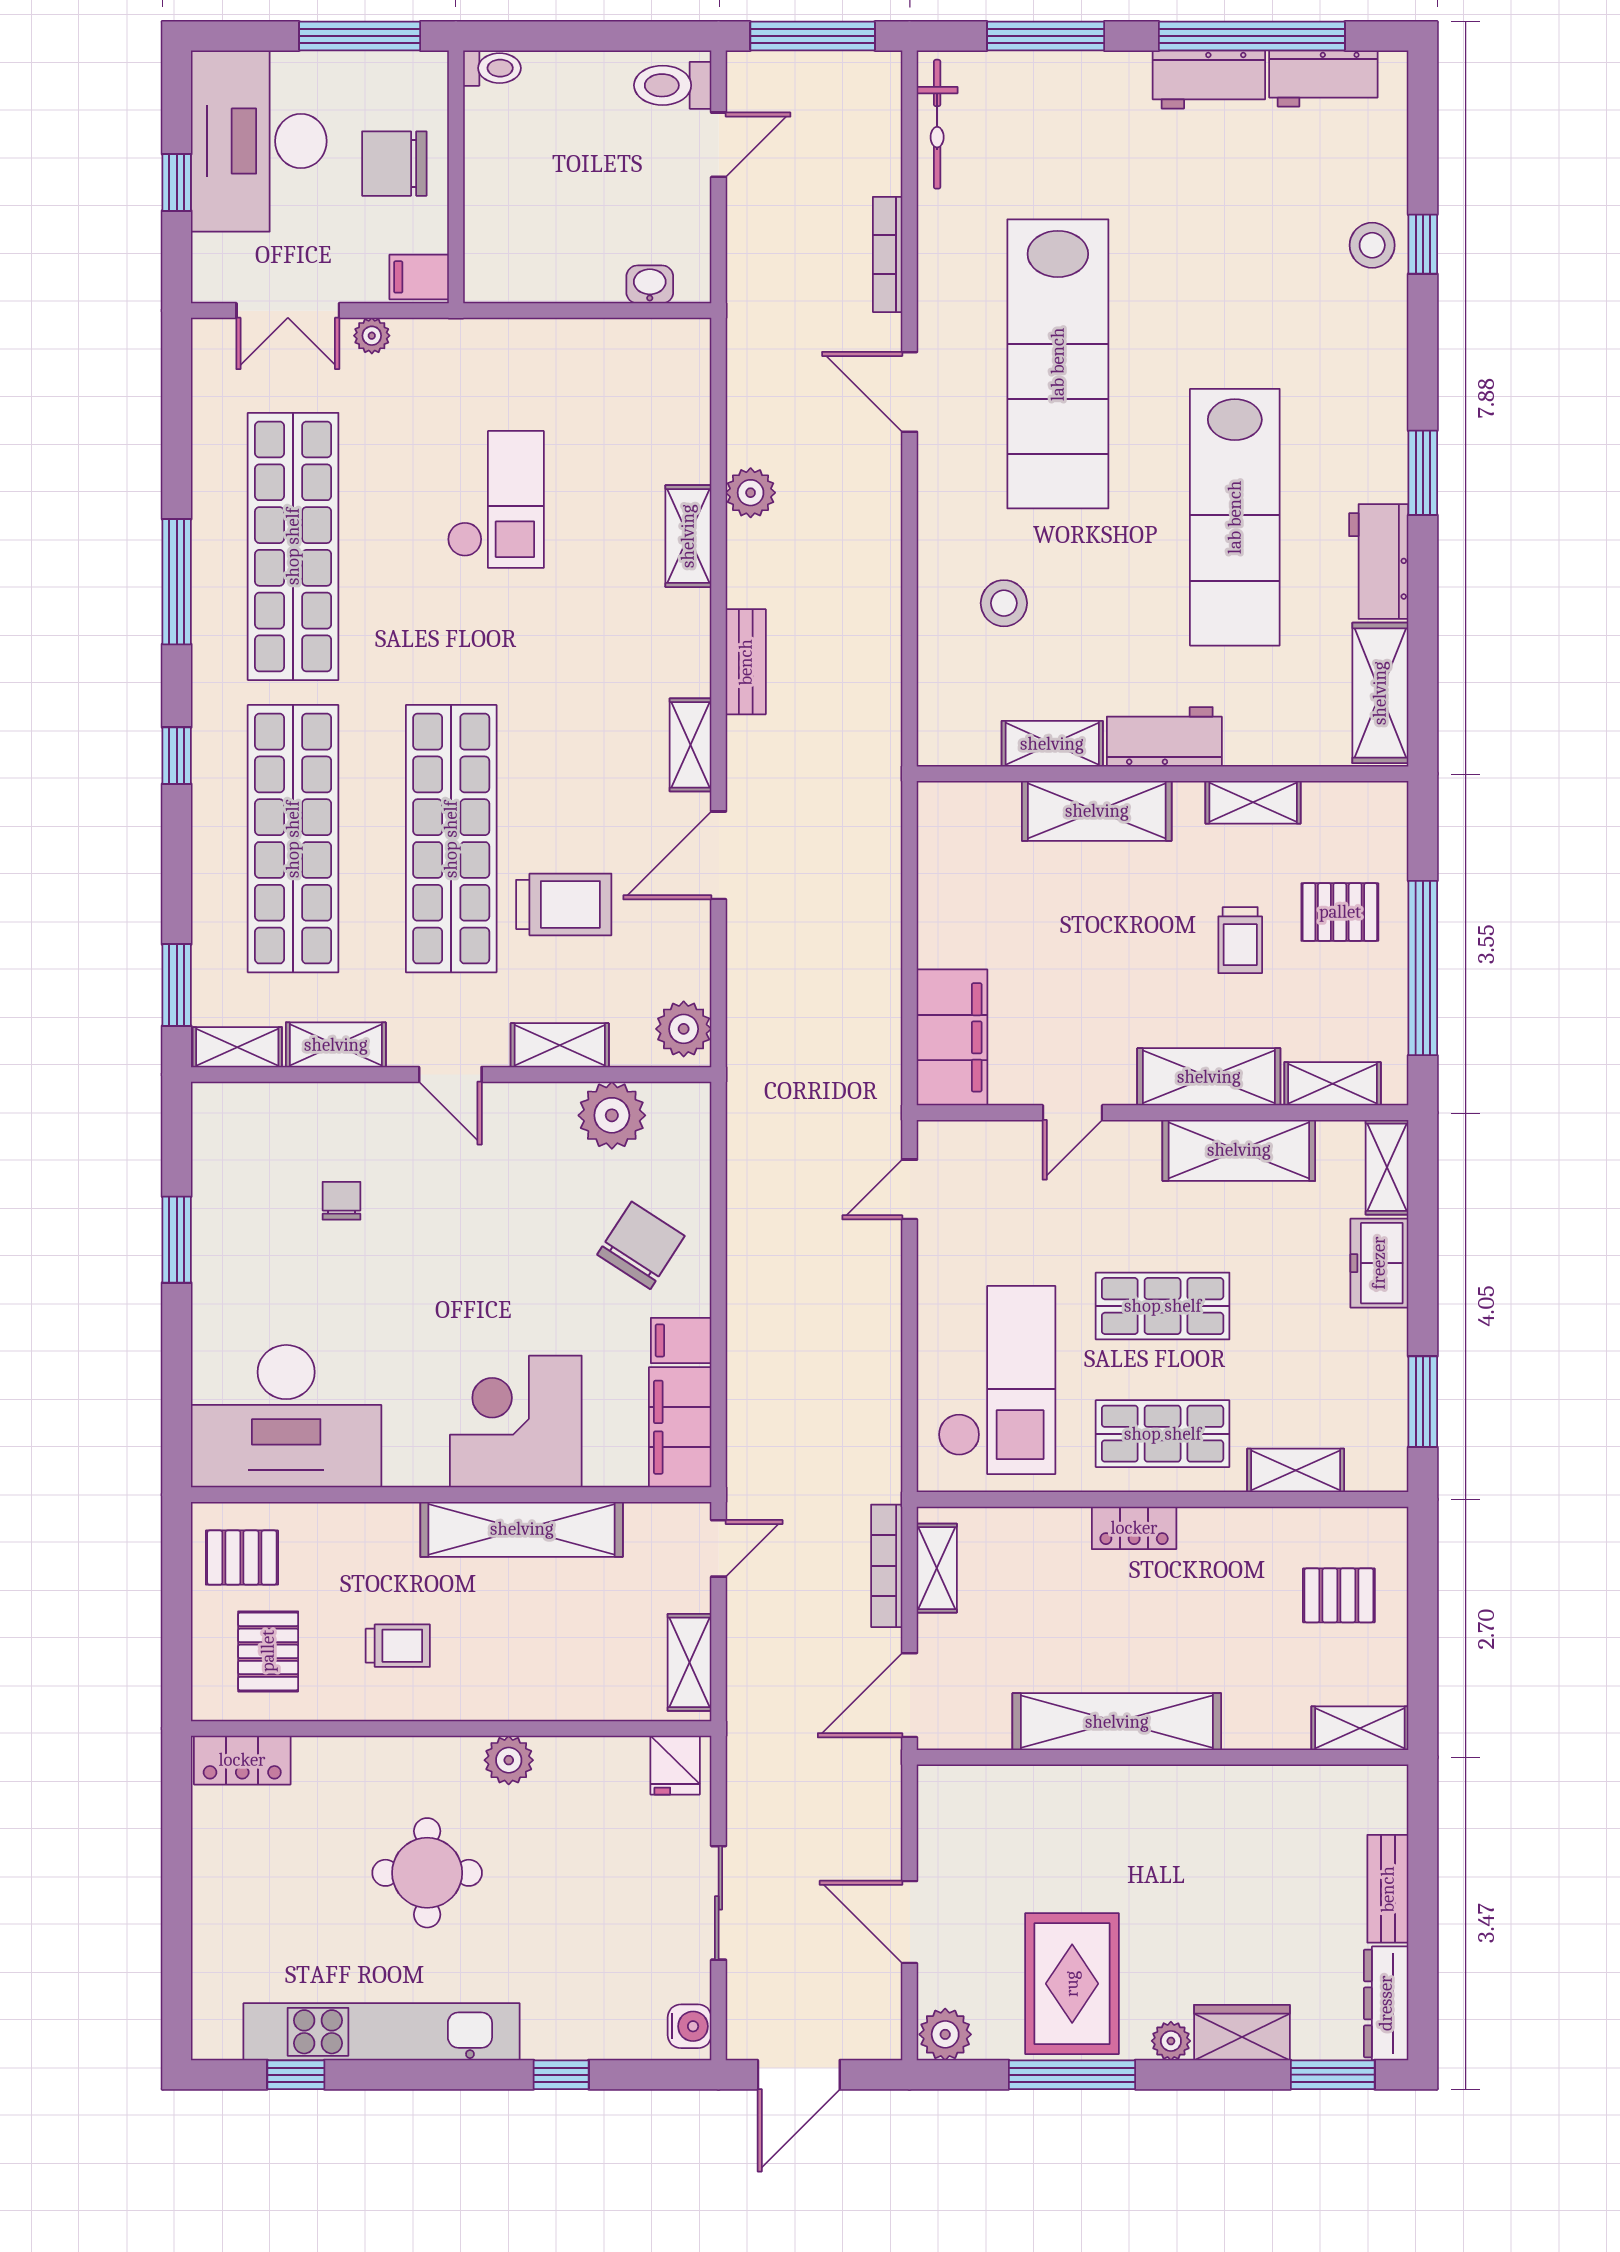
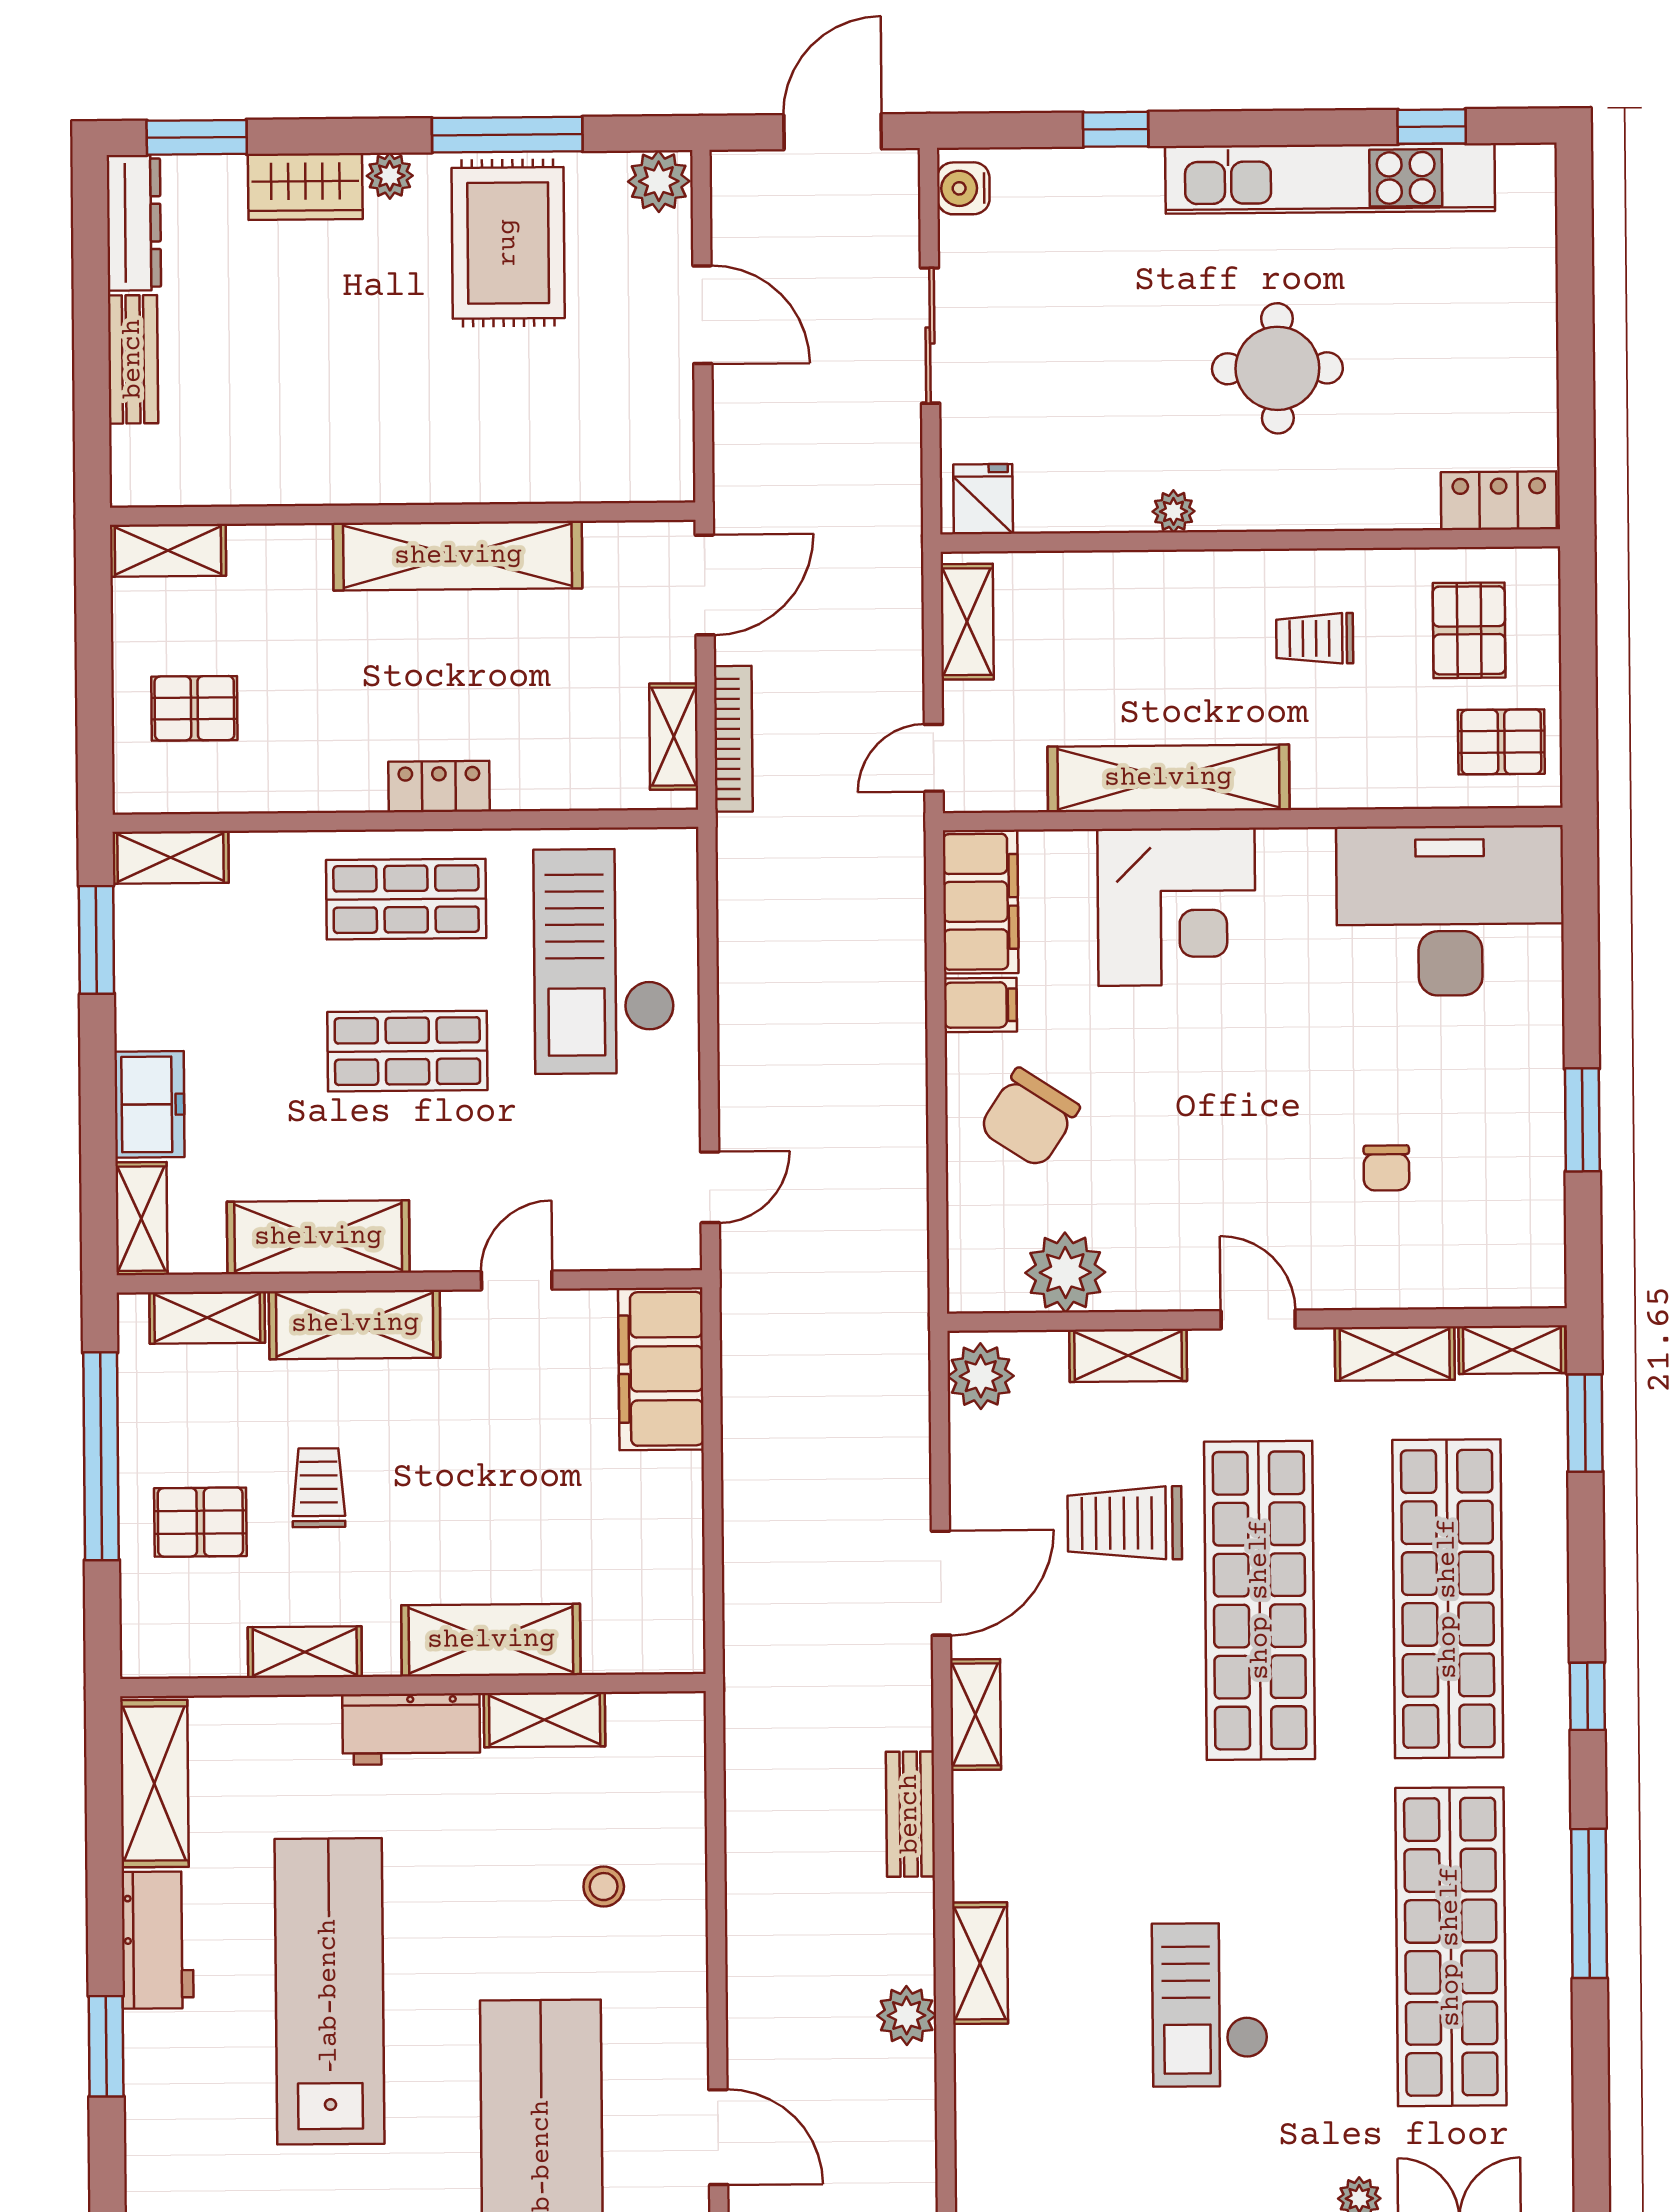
stool: (1004, 603) -> (604, 1887), width x0.73, depth x0.73
shelving: (1296, 1470) -> (171, 857), moved
plant: (509, 1760) -> (1174, 511), width x0.73, depth x0.73

